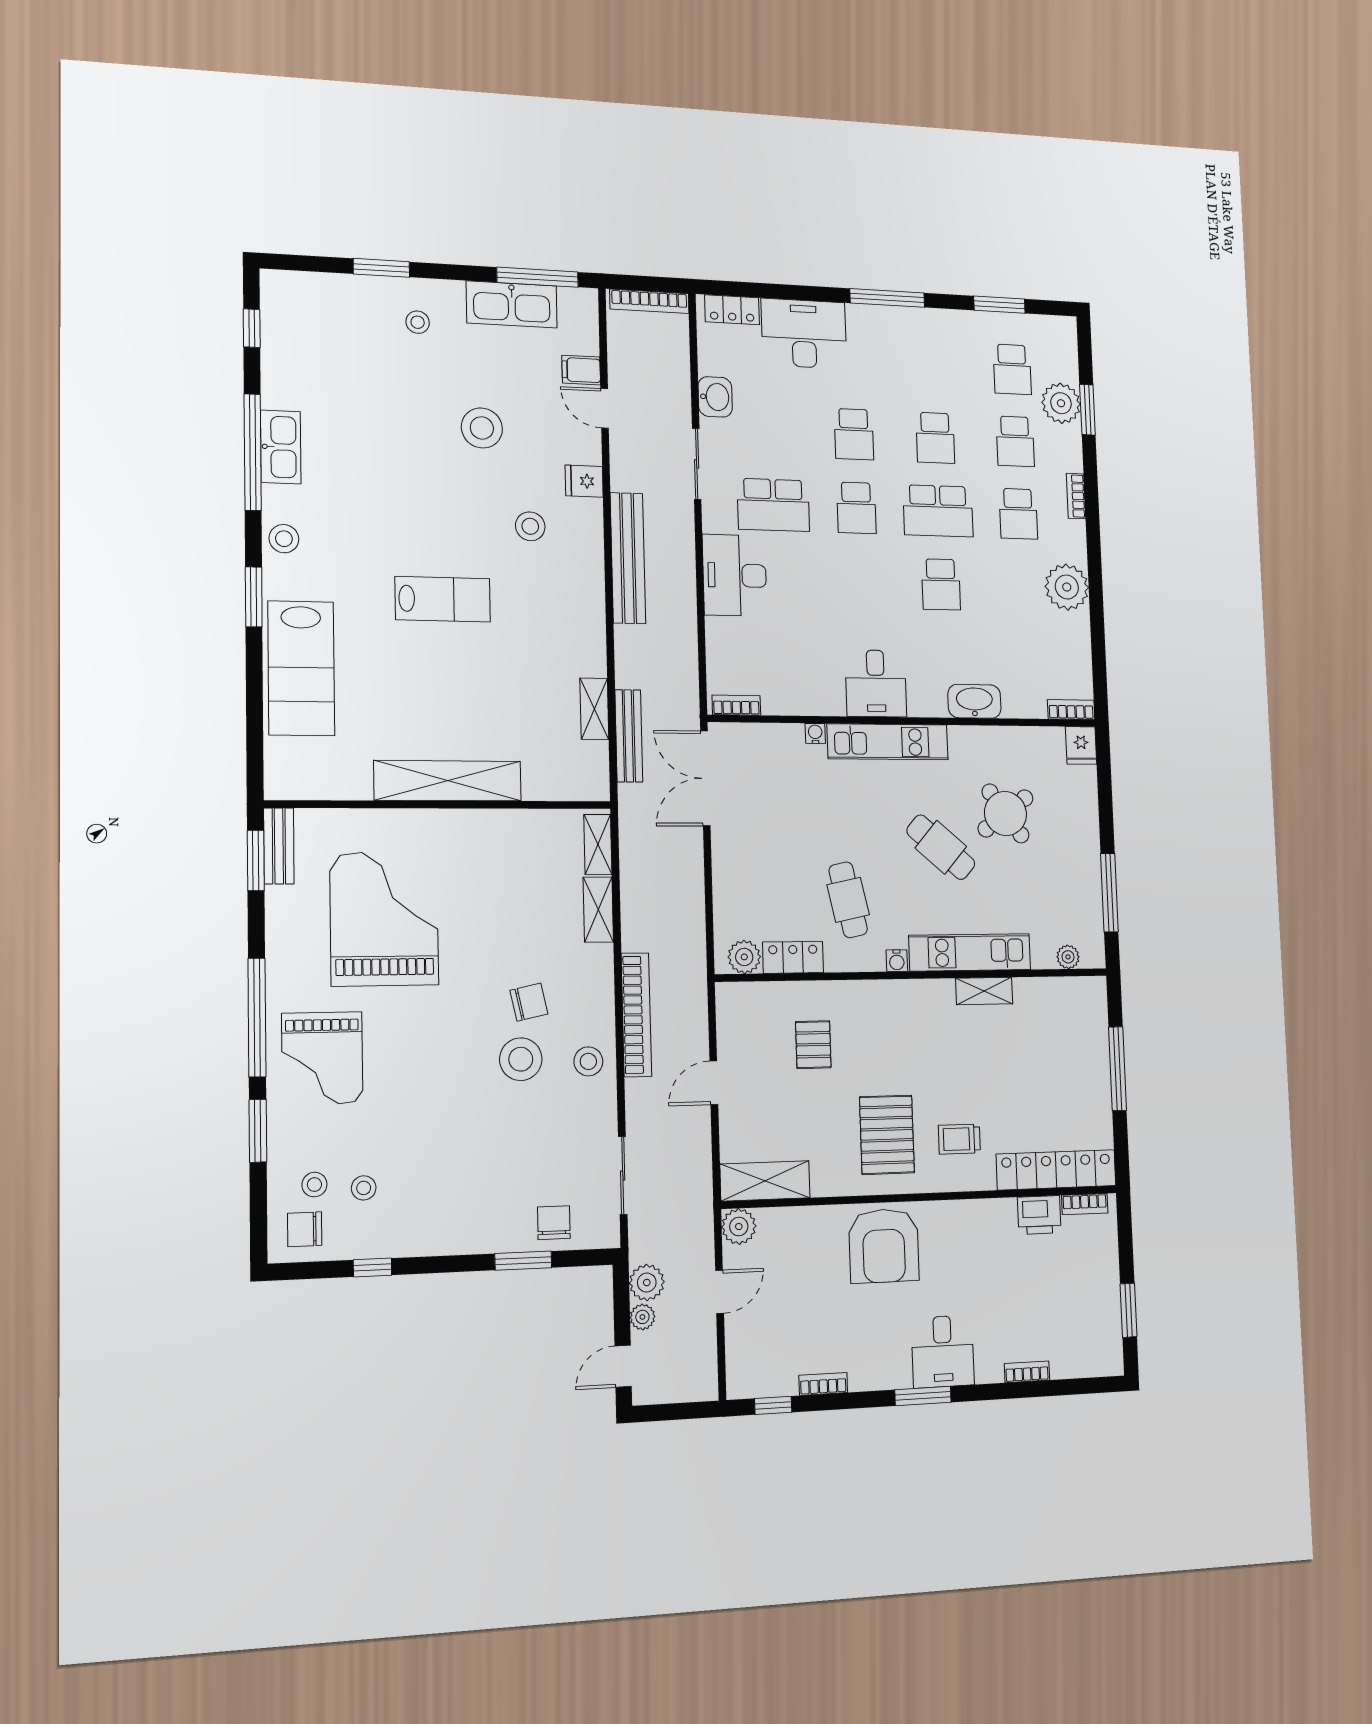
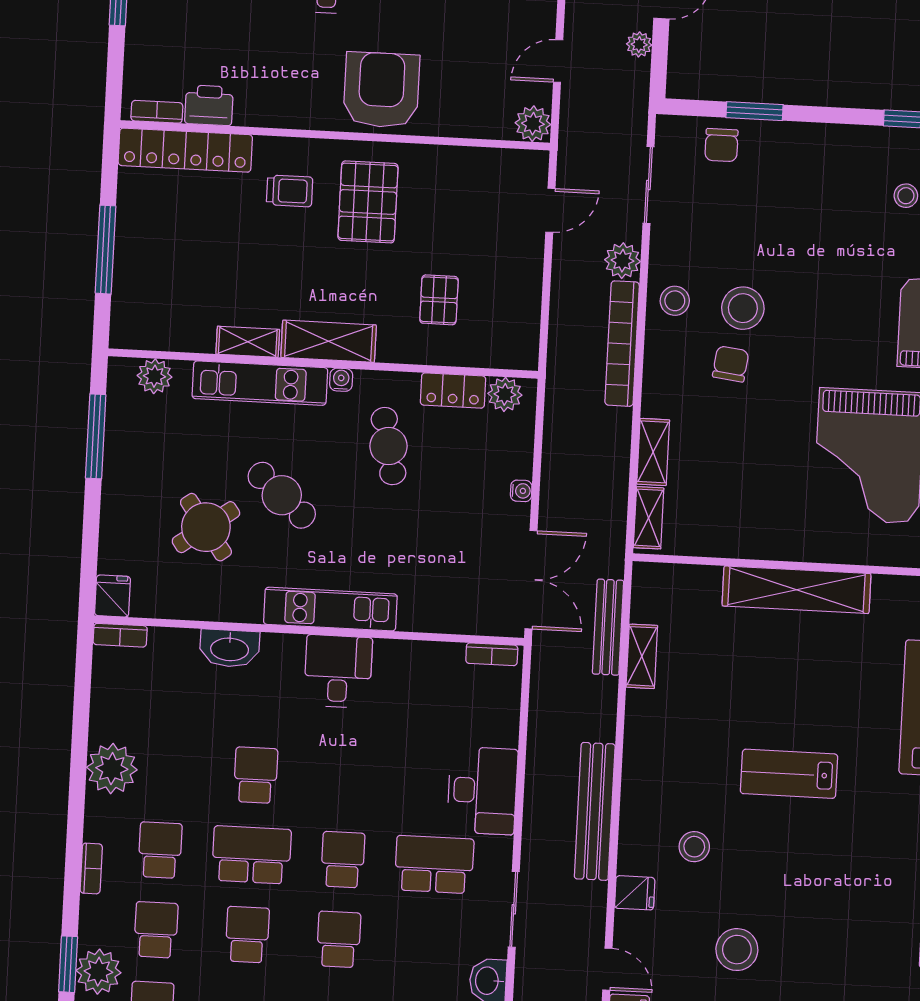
water cooler: (815, 733) -> (521, 491), moved, turned -90
plant: (1068, 957) -> (154, 376), width x1.38, depth x1.38
chair: (529, 1002) -> (731, 364), turned 109
door: (714, 1083) -> (550, 210), moved
shelving: (765, 1181) -> (329, 341), moved
plant: (647, 1283) -> (622, 261), moved

